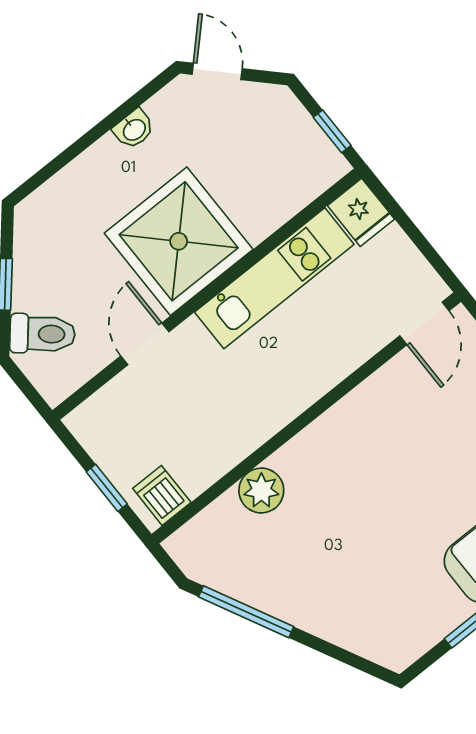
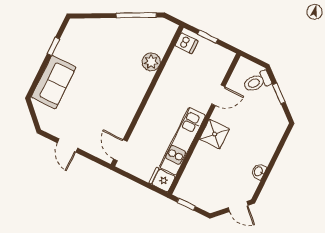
shower: (179, 241) -> (215, 134), width x0.54, depth x0.54
door: (145, 344) -> (218, 95), hinge flipped

